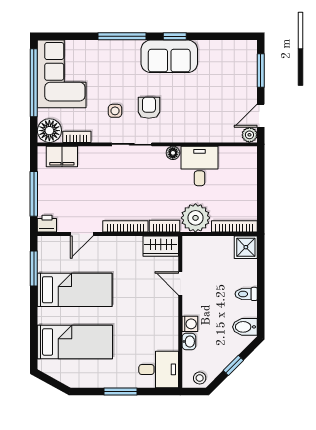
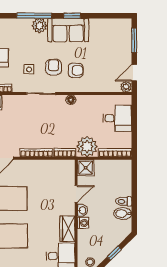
plant: (129, 50) -> (39, 26), added
armchair: (180, 112) -> (76, 70), added
desk: (200, 166) -> (117, 118), moved, turned 90
wardrobe: (161, 246) -> (67, 229), moved, turned 90
shower: (246, 247) -> (86, 168), moved
door: (180, 283) -> (76, 194), swing flipped
bidet: (245, 327) -> (123, 213), moved
washbasin: (189, 342) -> (82, 210), moved

